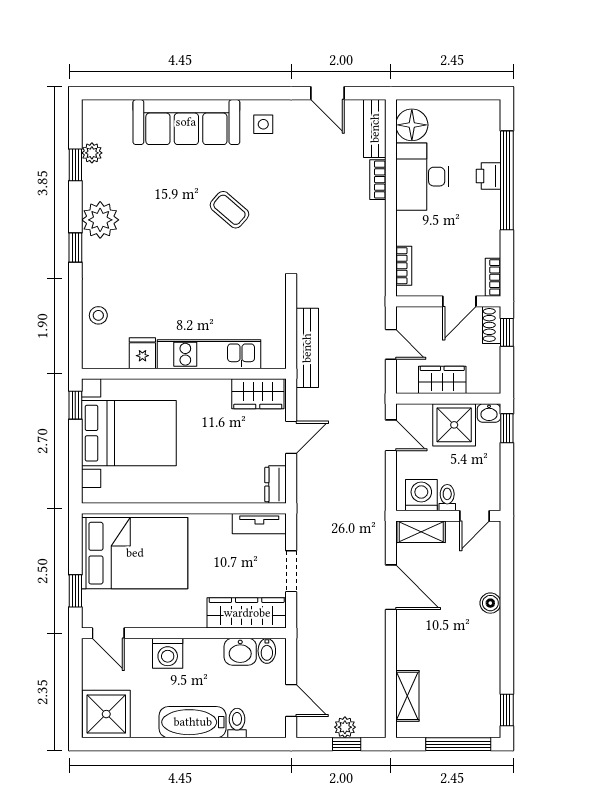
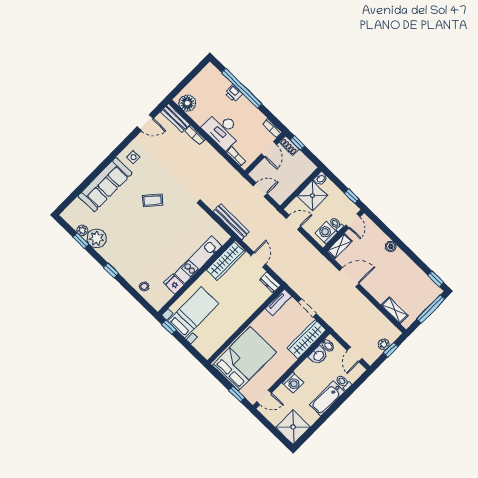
desk: (422, 177) -> (222, 130), moved
plant: (100, 220) -> (97, 238), moved
wardrobe: (442, 380) -> (292, 184), removed
wardrobe: (258, 394) -> (226, 261), width x1.50
window: (507, 428) -> (352, 196), moved
bed with nightstands: (129, 433) -> (193, 312), width x0.73
door: (291, 701) -> (355, 354), swing flipped

